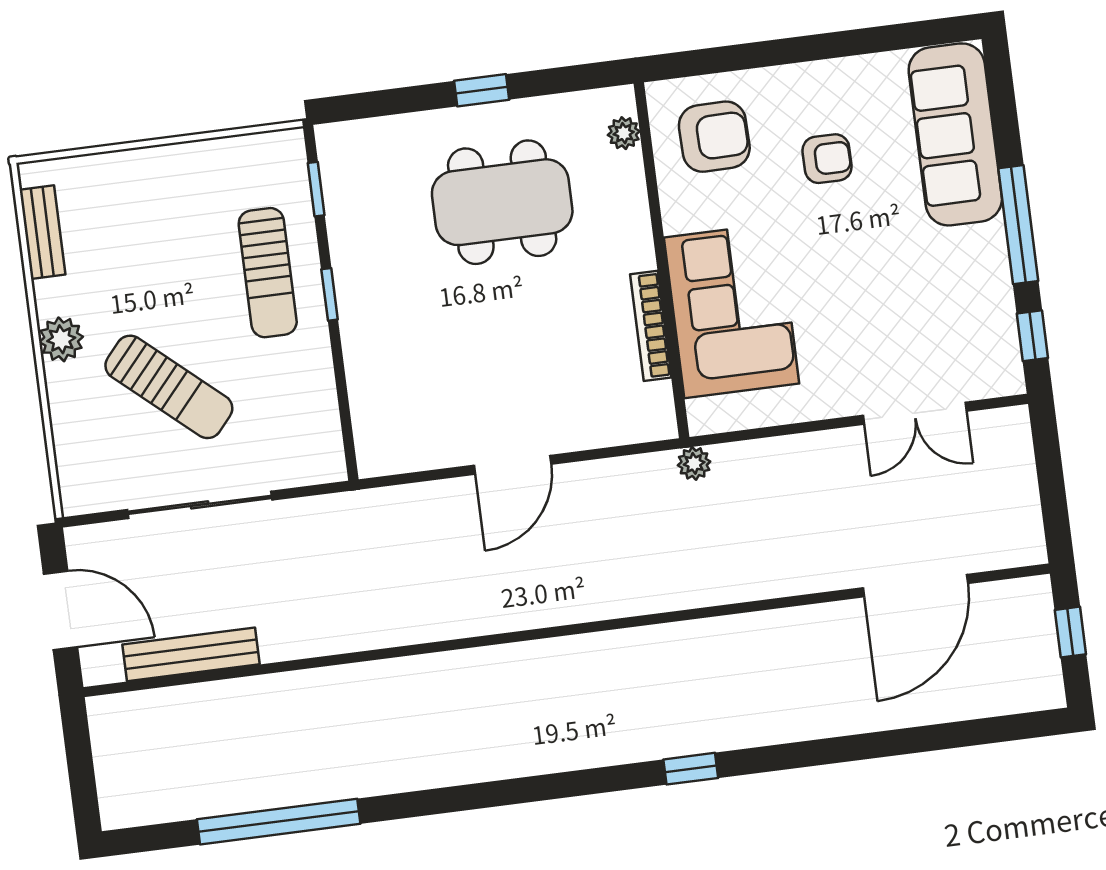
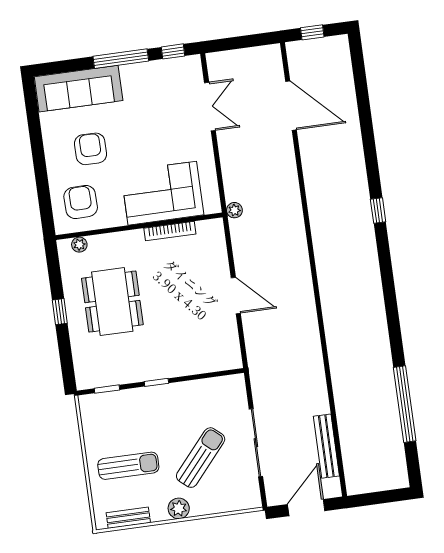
armchair: (827, 159) -> (90, 149), width x1.38, depth x1.38
sun lounger: (268, 273) -> (128, 466), moved

